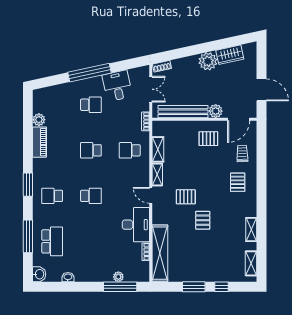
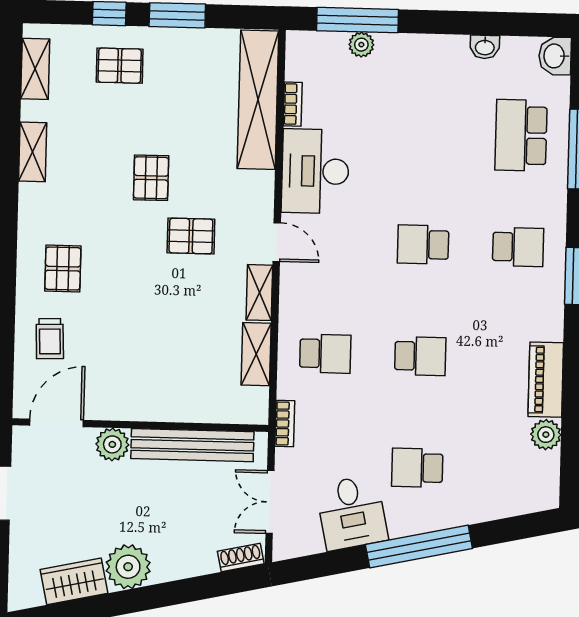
pallet: (208, 139) -> (120, 66), moved

